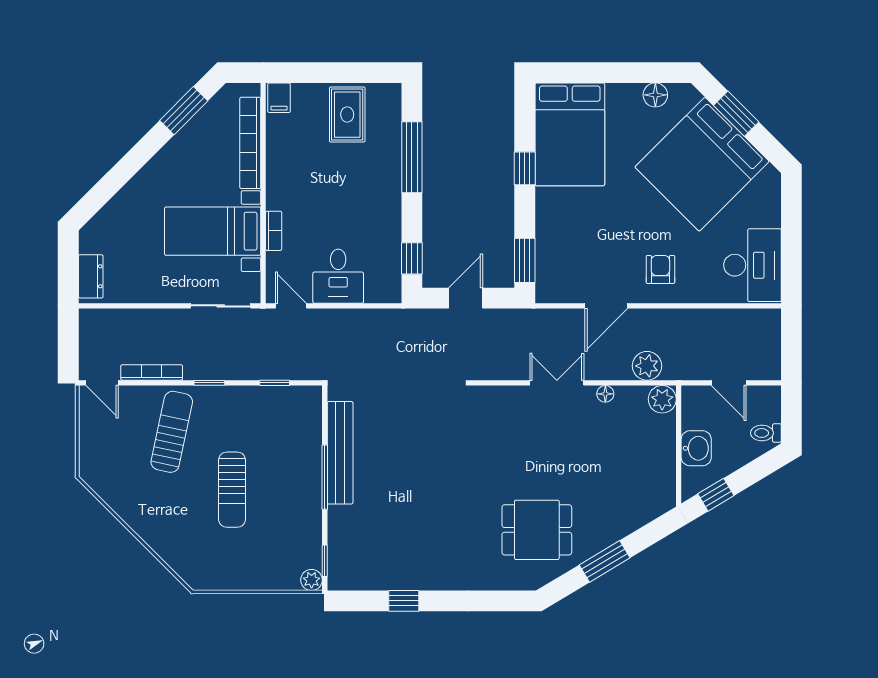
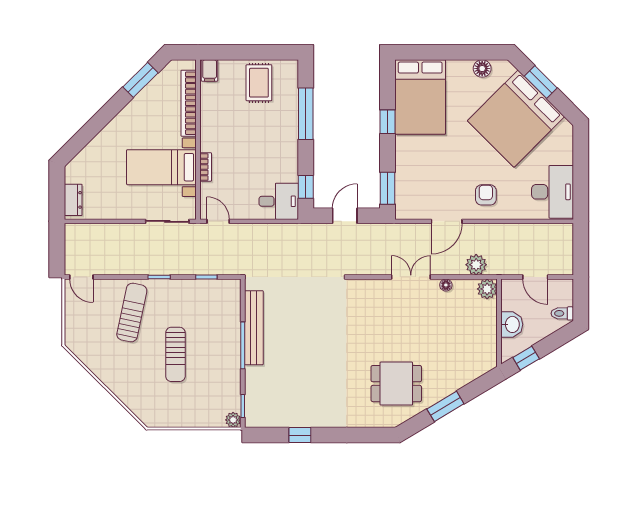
desk: (338, 276) -> (279, 201), moved, turned -90
bookcase: (152, 372) -> (117, 270), removed

